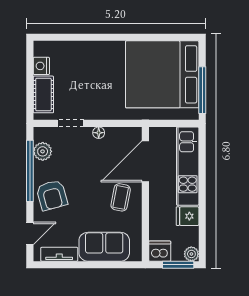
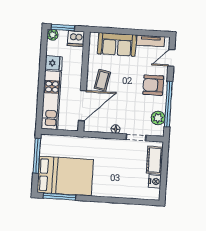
window: (168, 37) -> (59, 197), added
bed: (162, 74) -> (65, 176), width x0.73
armchair: (52, 195) -> (153, 85), turned -75

